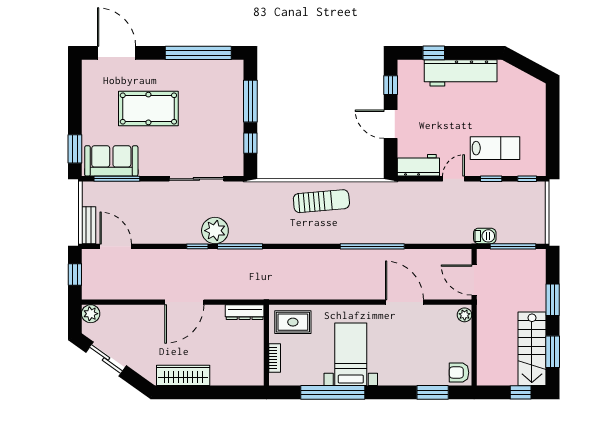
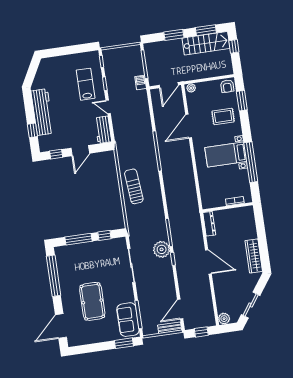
rug: (293, 322) -> (223, 116), moved, turned 90

